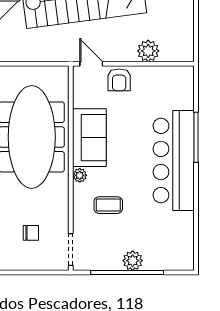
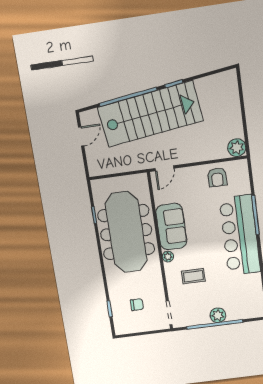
plant: (148, 51) -> (237, 148), moved
door: (91, 64) -> (164, 168), swing flipped
armchair: (119, 80) -> (217, 177), moved

